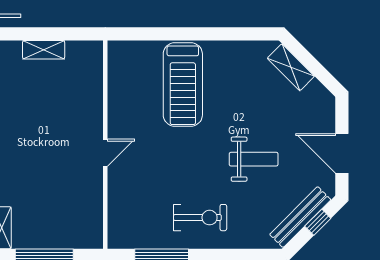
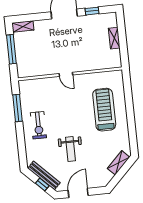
treadmill: (183, 84) -> (104, 110), turned 90

